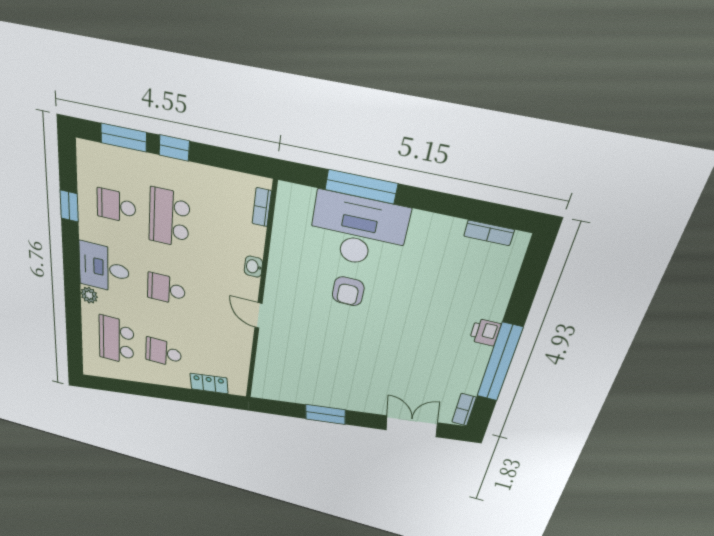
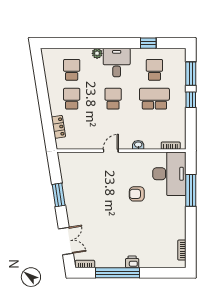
desk: (358, 231) -> (169, 174), moved
school desk: (116, 340) -> (72, 70), width x0.54

